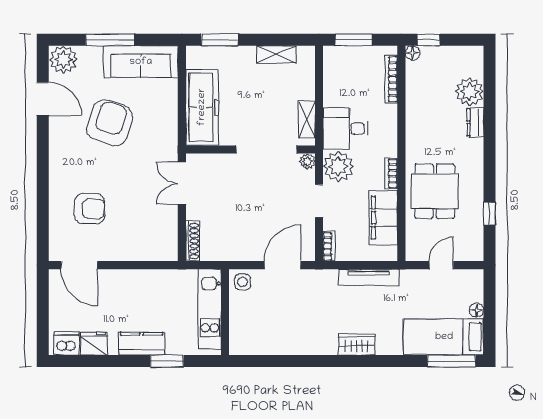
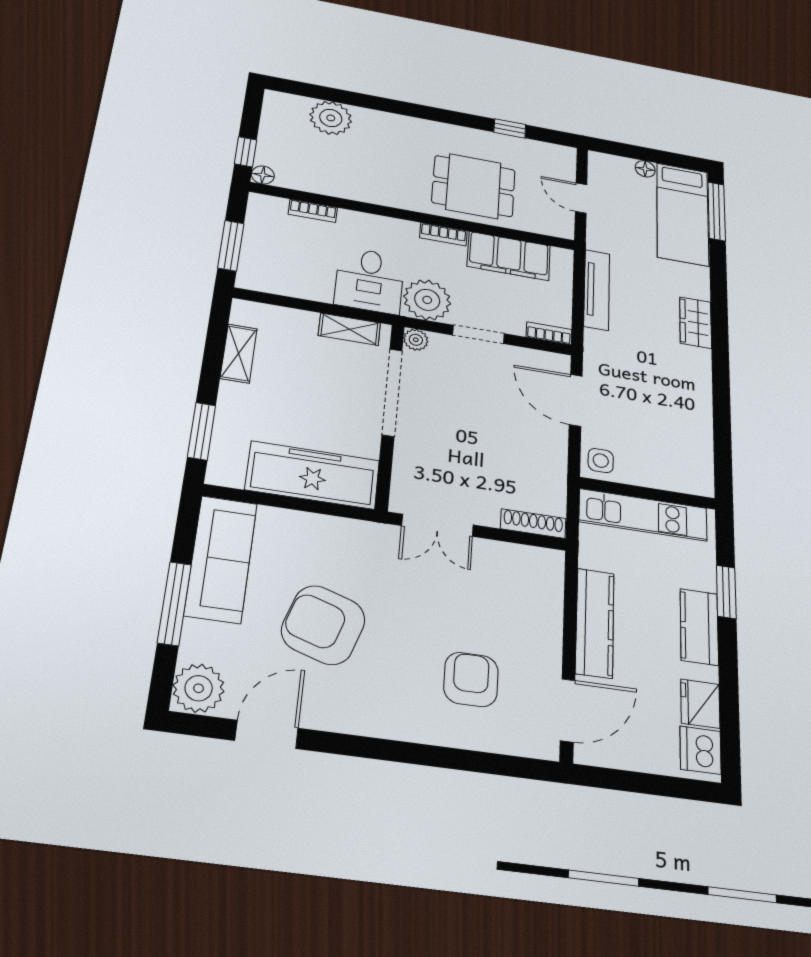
bookcase: (391, 79) -> (313, 211), width x0.64
dresser: (475, 122) -> (377, 120), removed
kitchen counter: (135, 280) -> (595, 623), added

